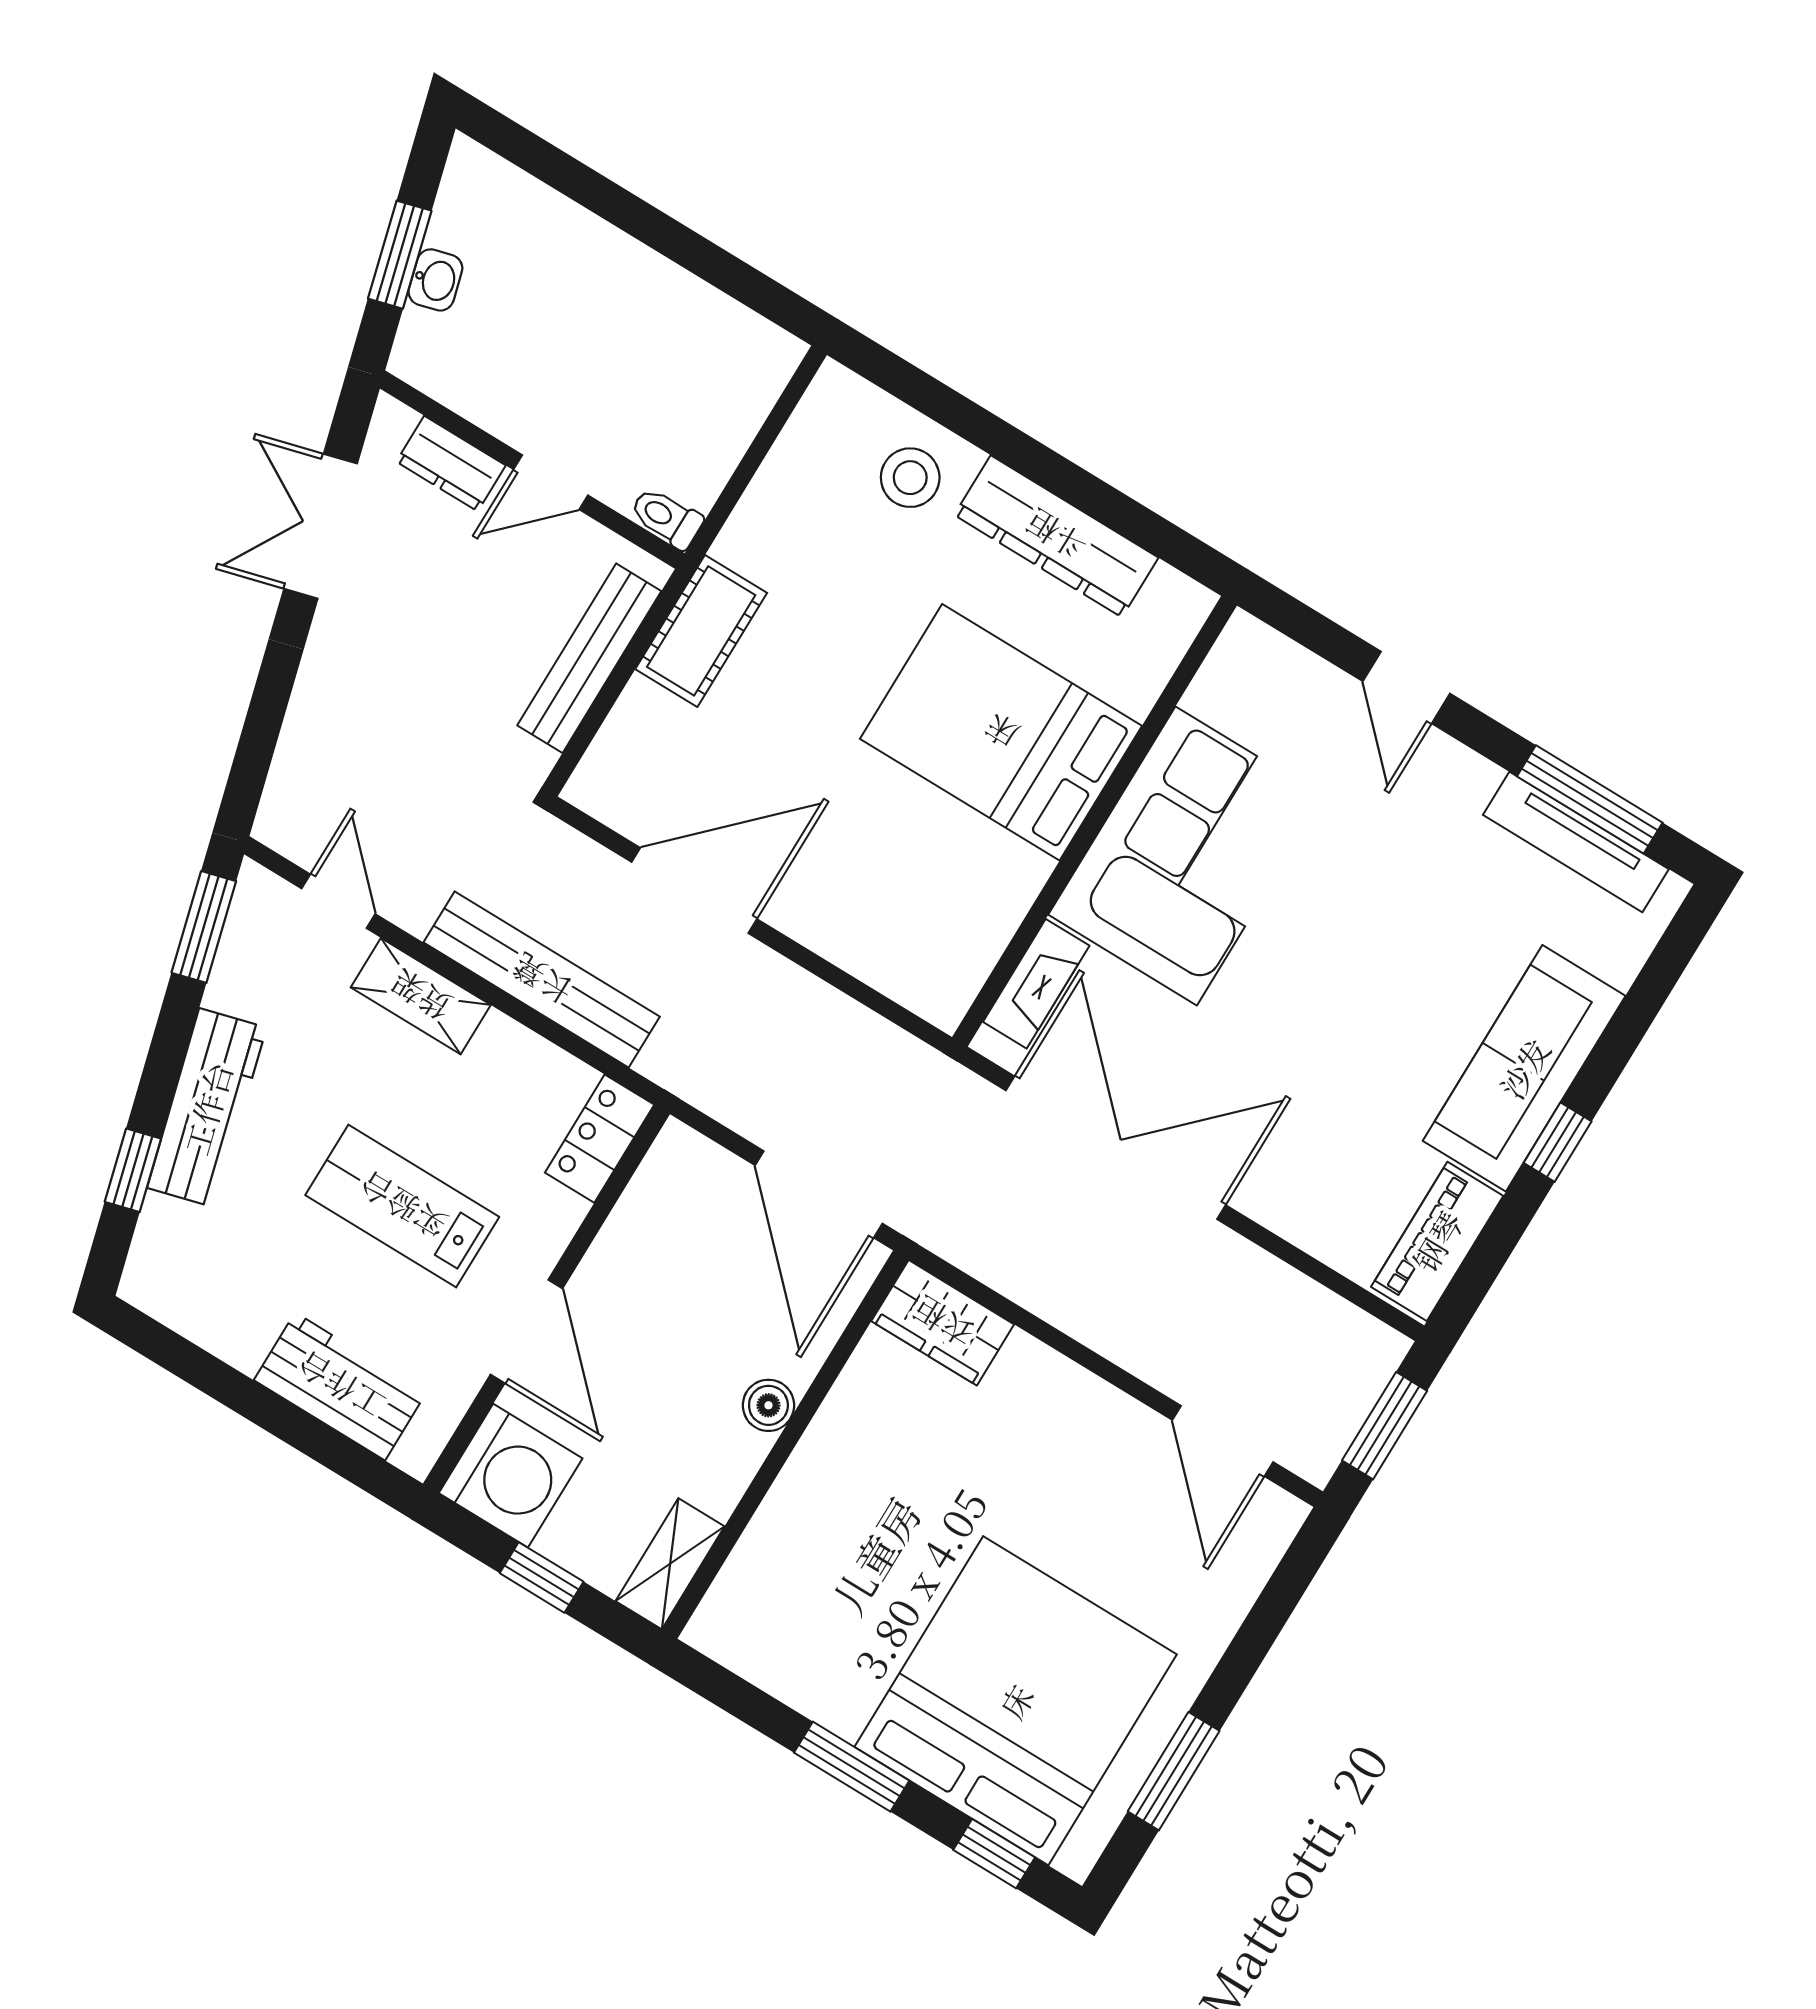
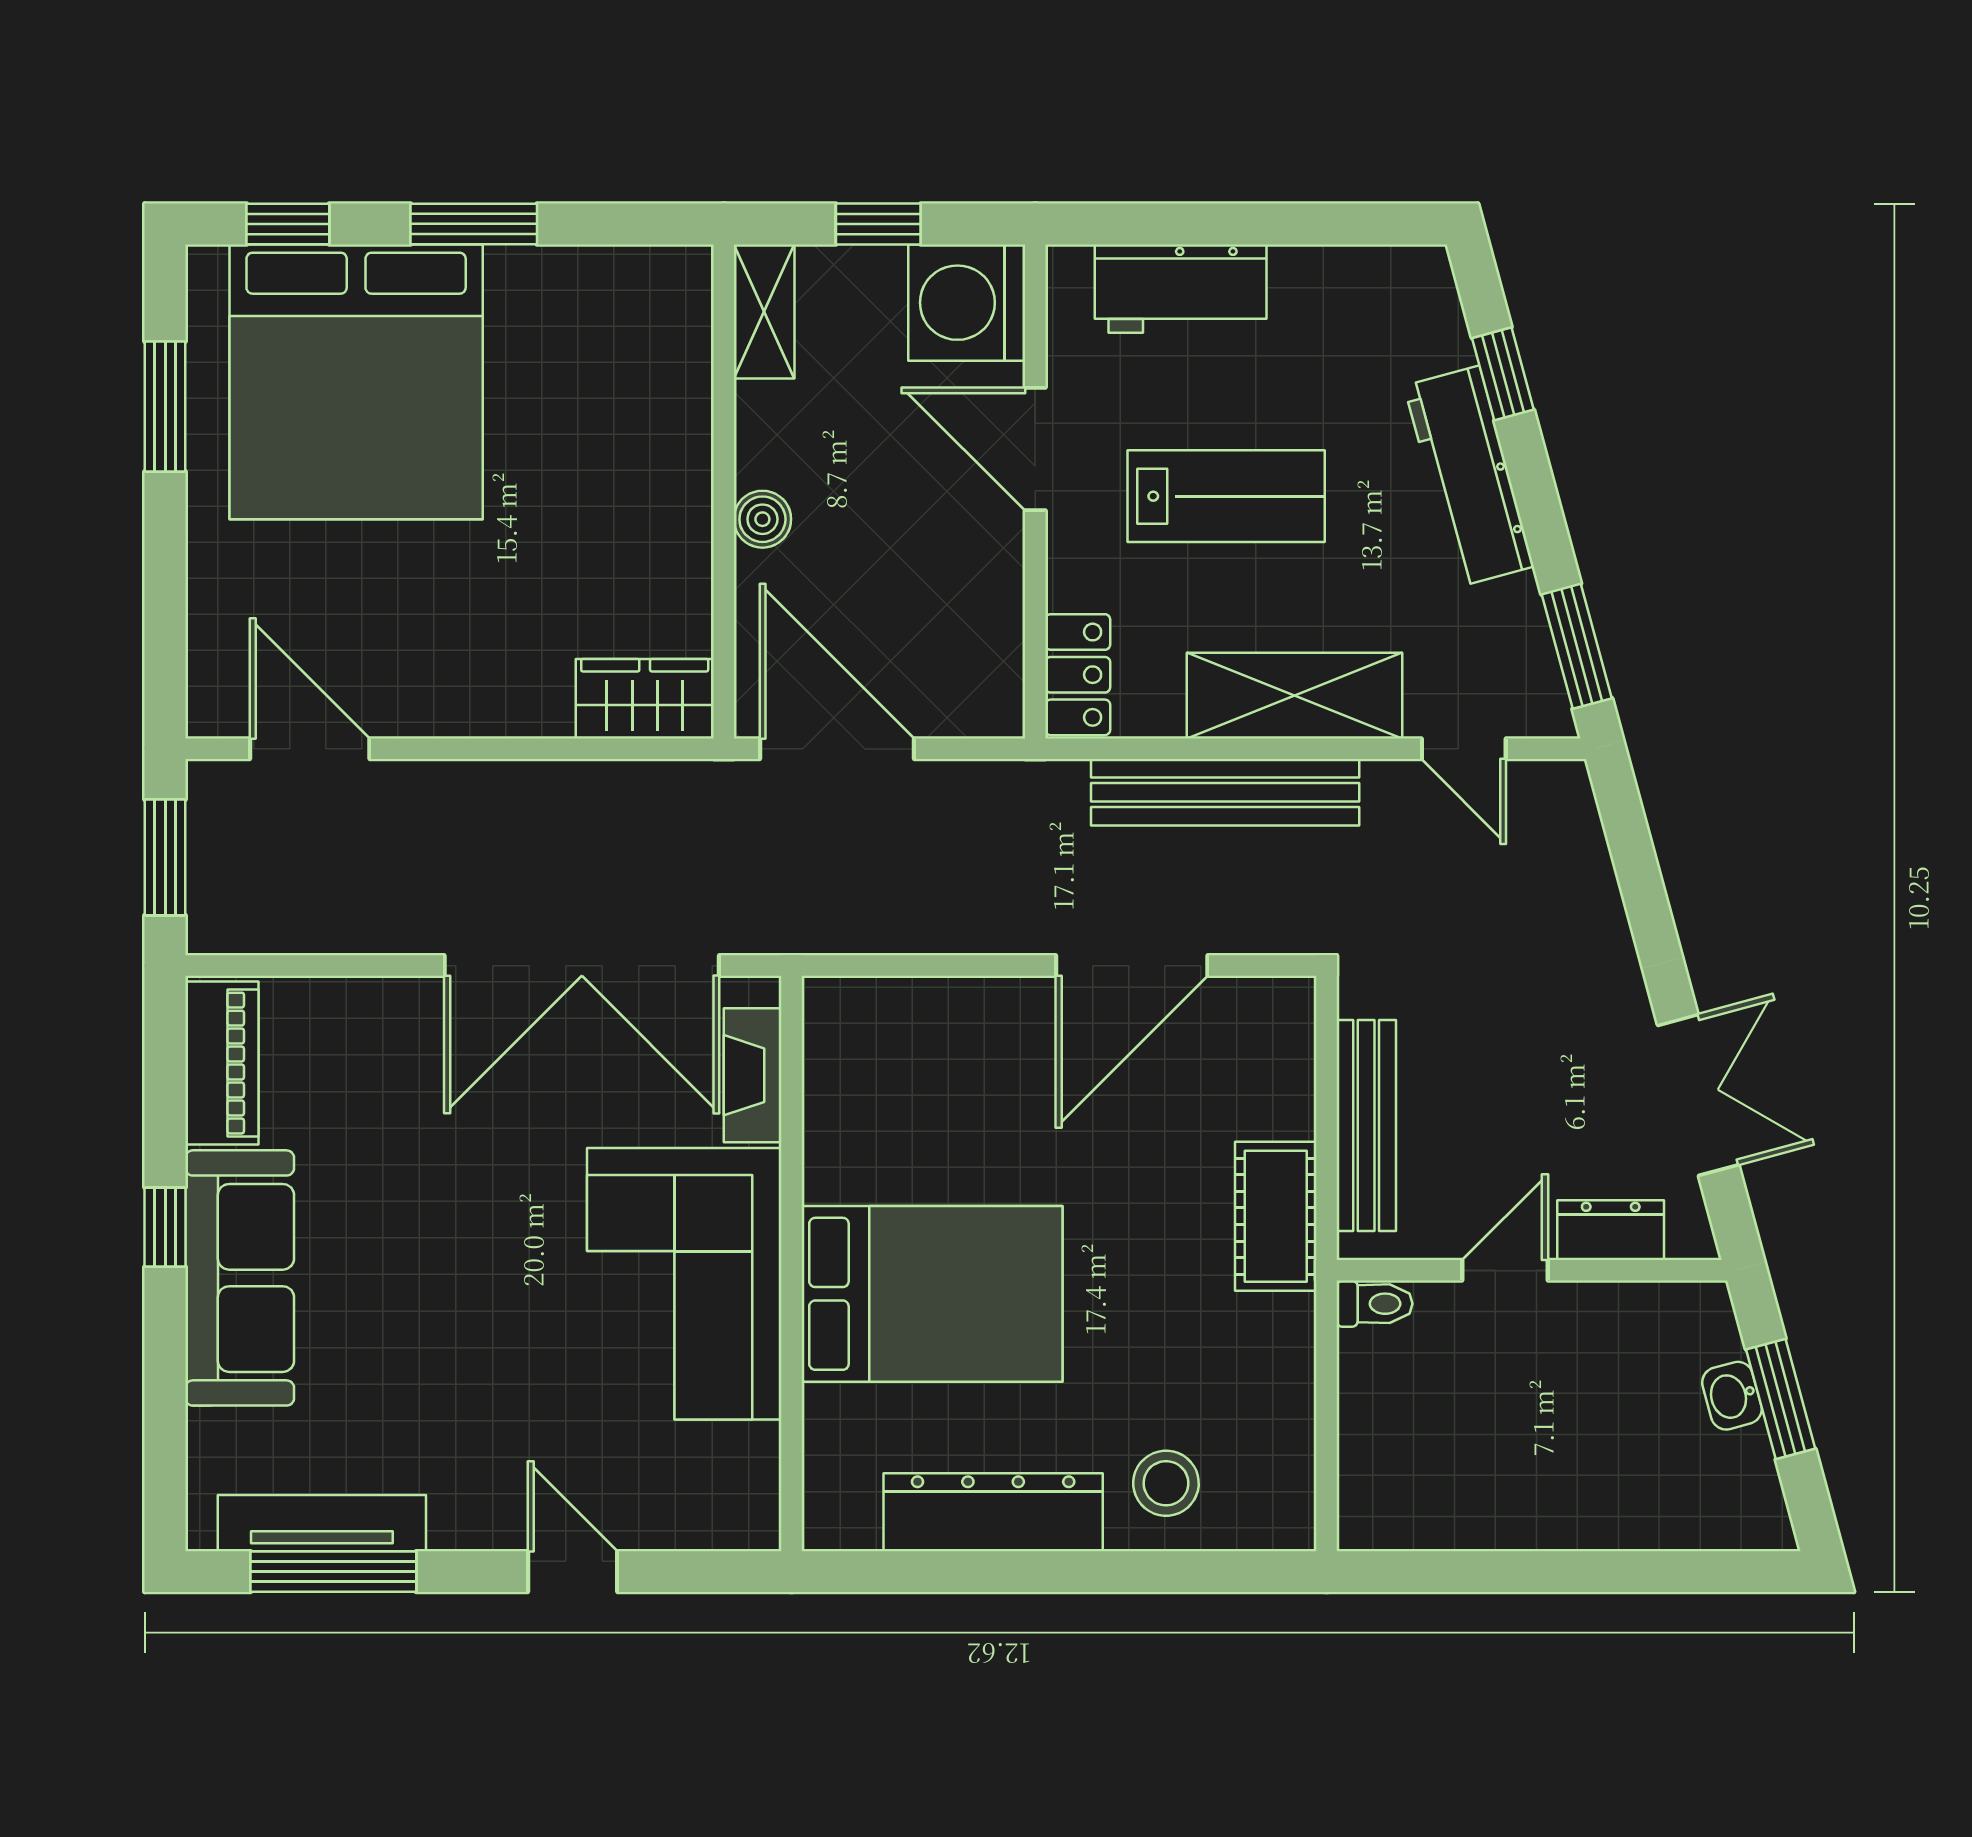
shelving: (421, 996) -> (1295, 696), width x1.50, depth x1.33

